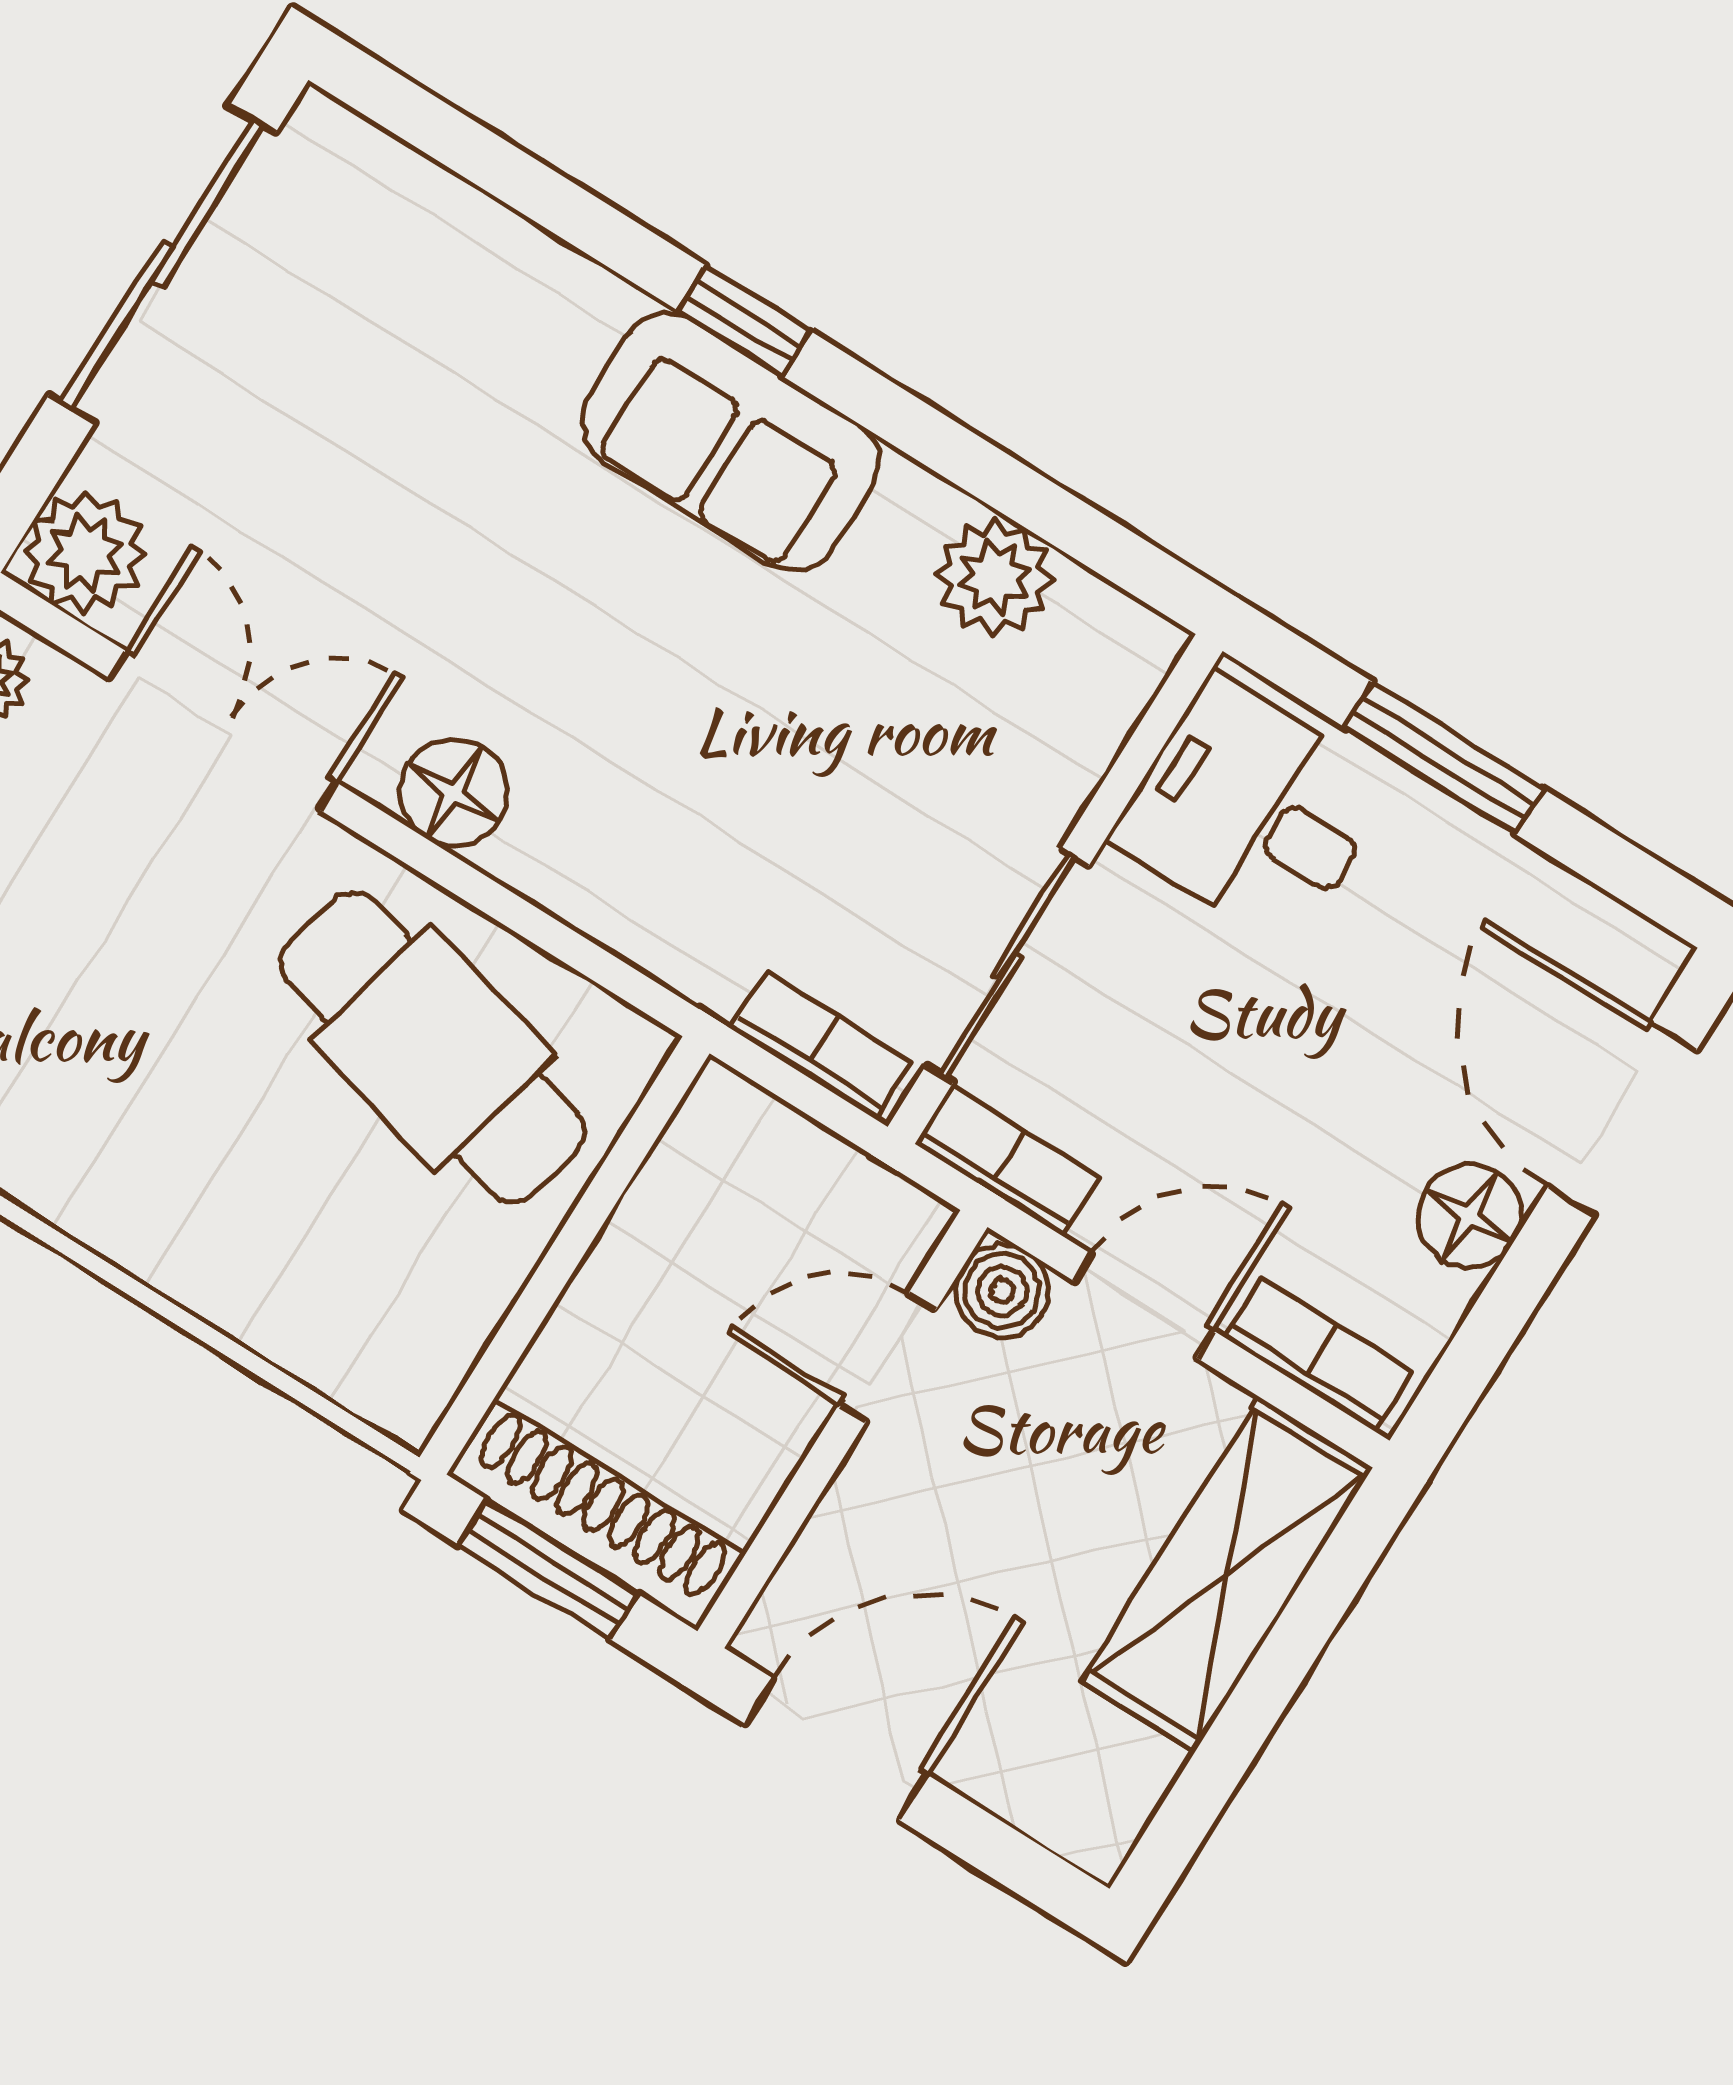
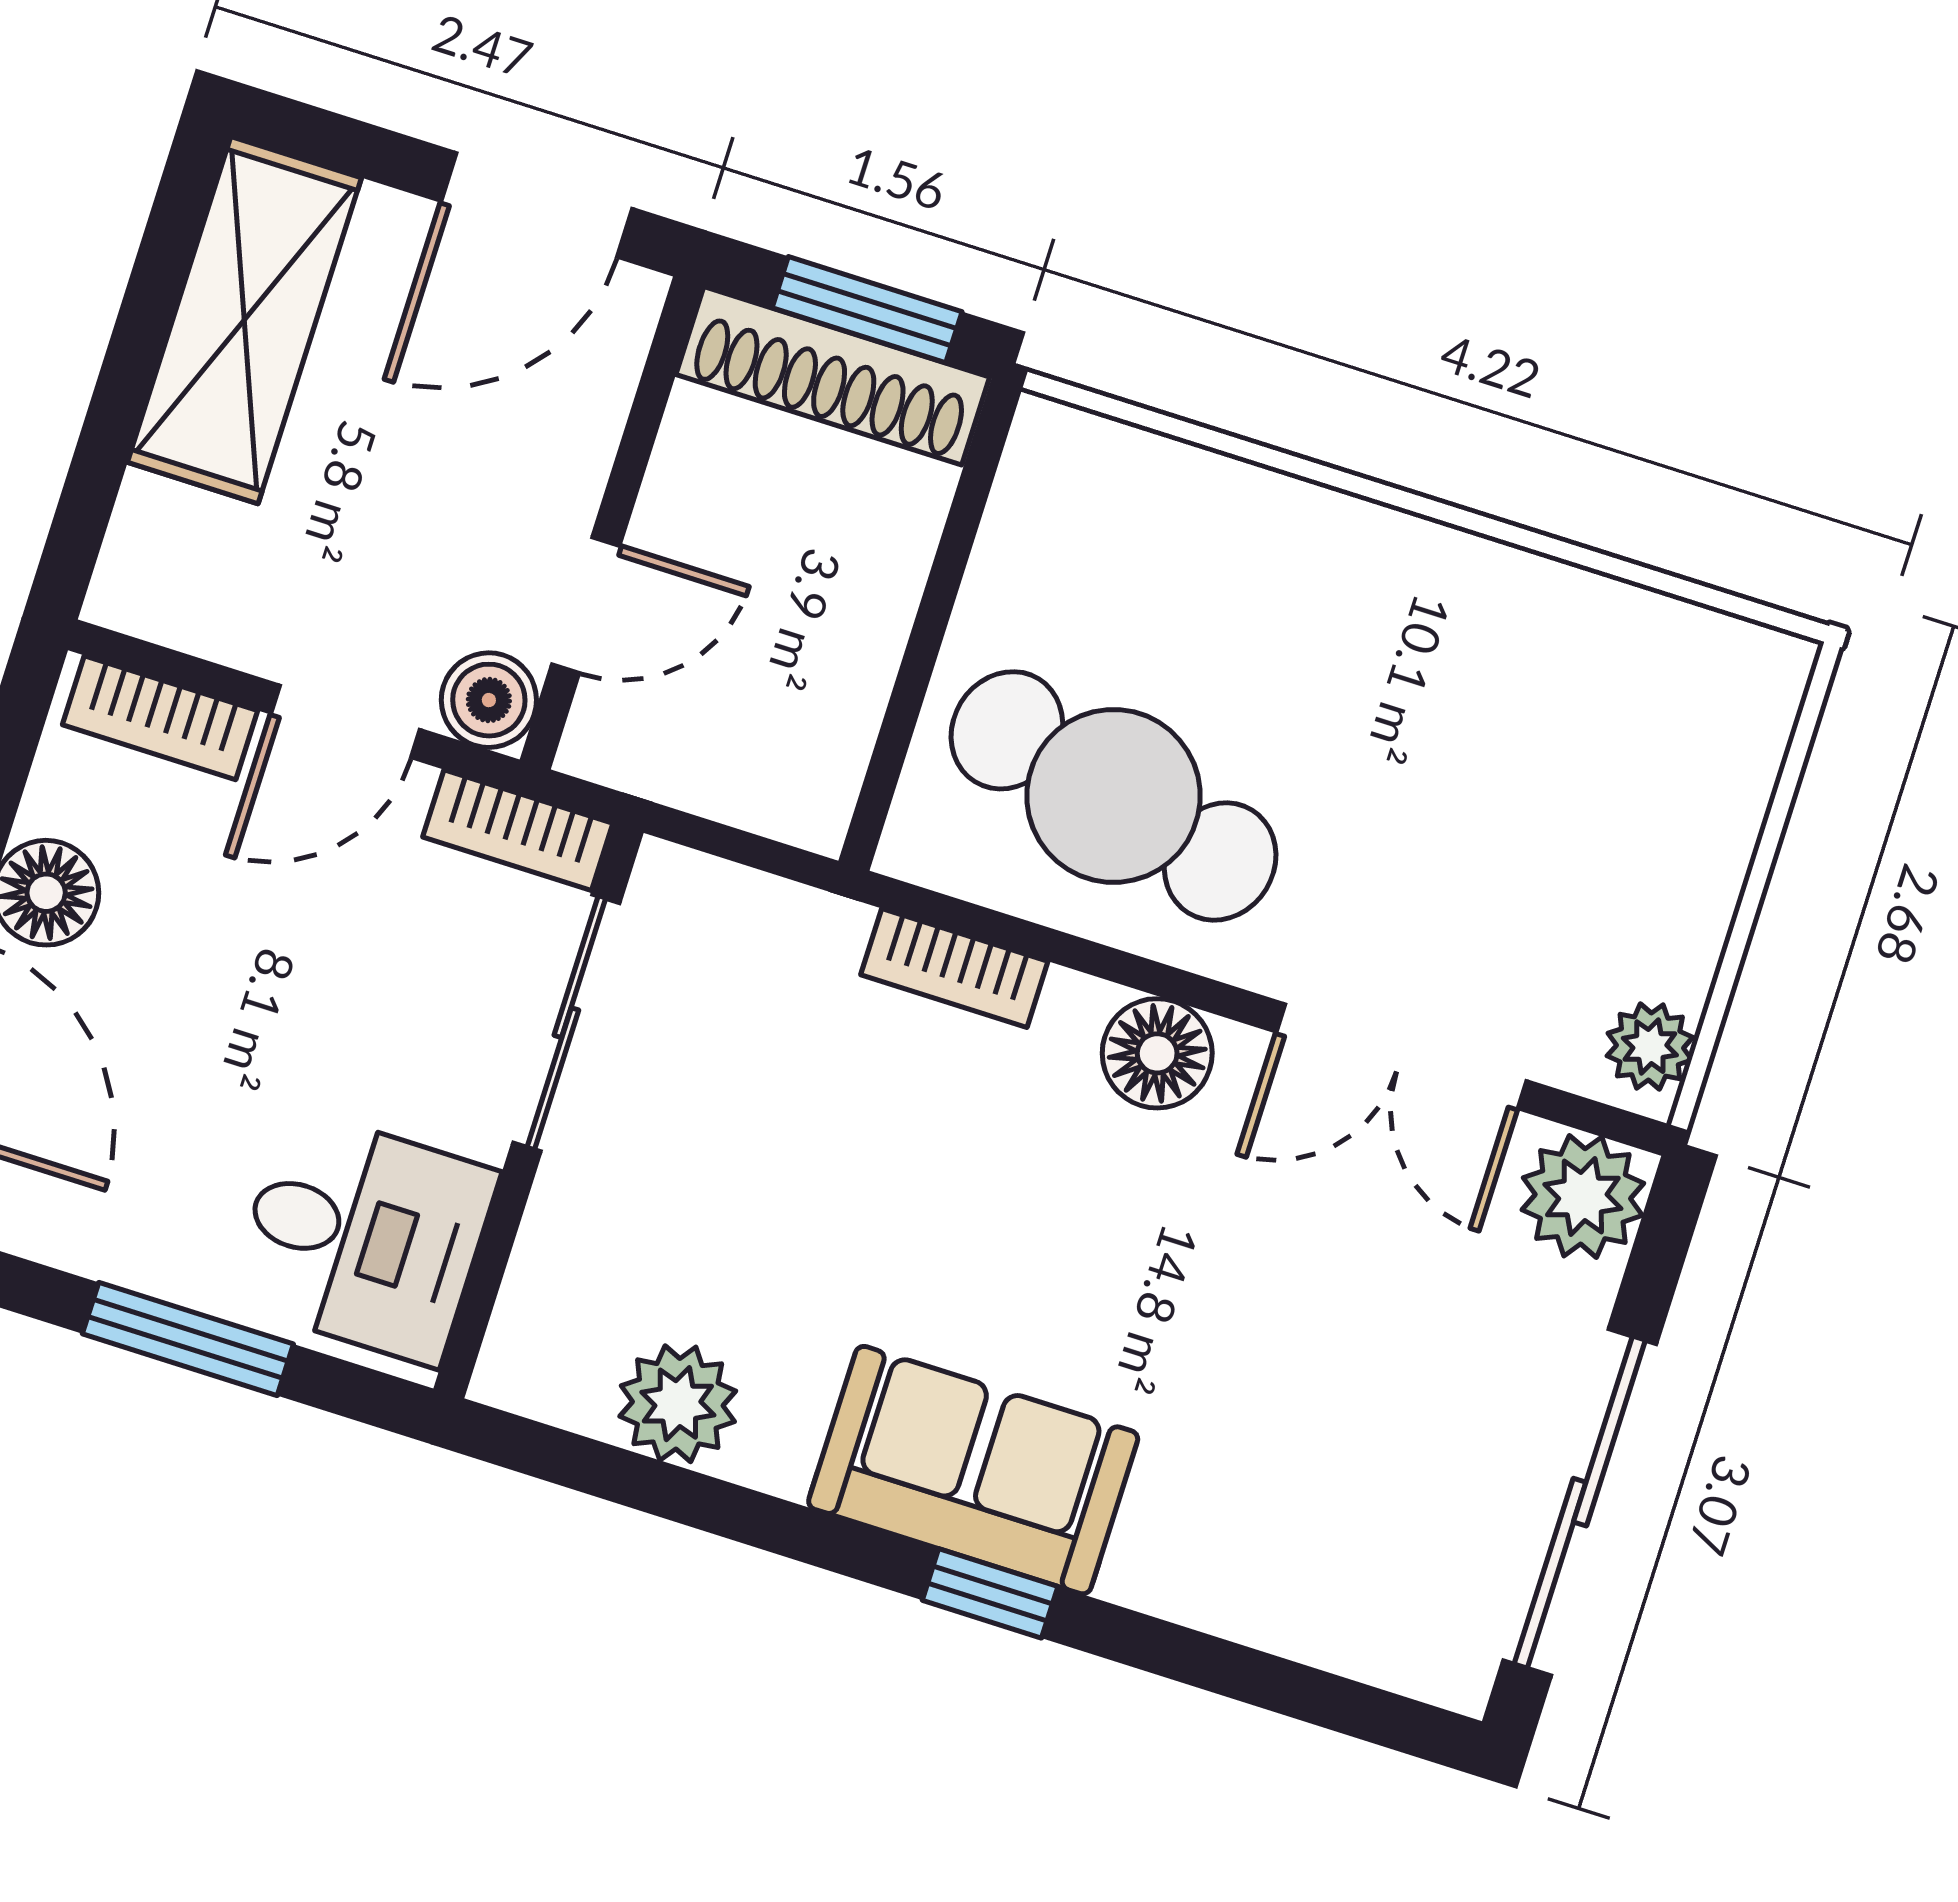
bookcase: (820, 1045) -> (954, 968), moved
shelving: (1227, 1574) -> (244, 320), moved

